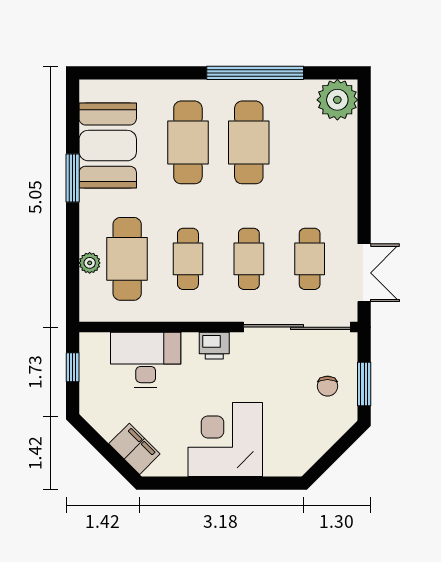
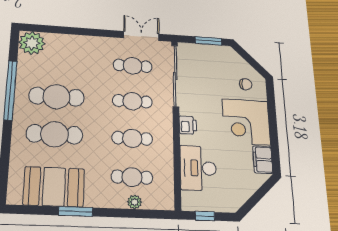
cafe table: (127, 259) -> (132, 177), width x0.73, depth x0.74
chair: (327, 386) -> (246, 84), moved
filing cabinet: (134, 449) -> (263, 160), moved, turned -45

